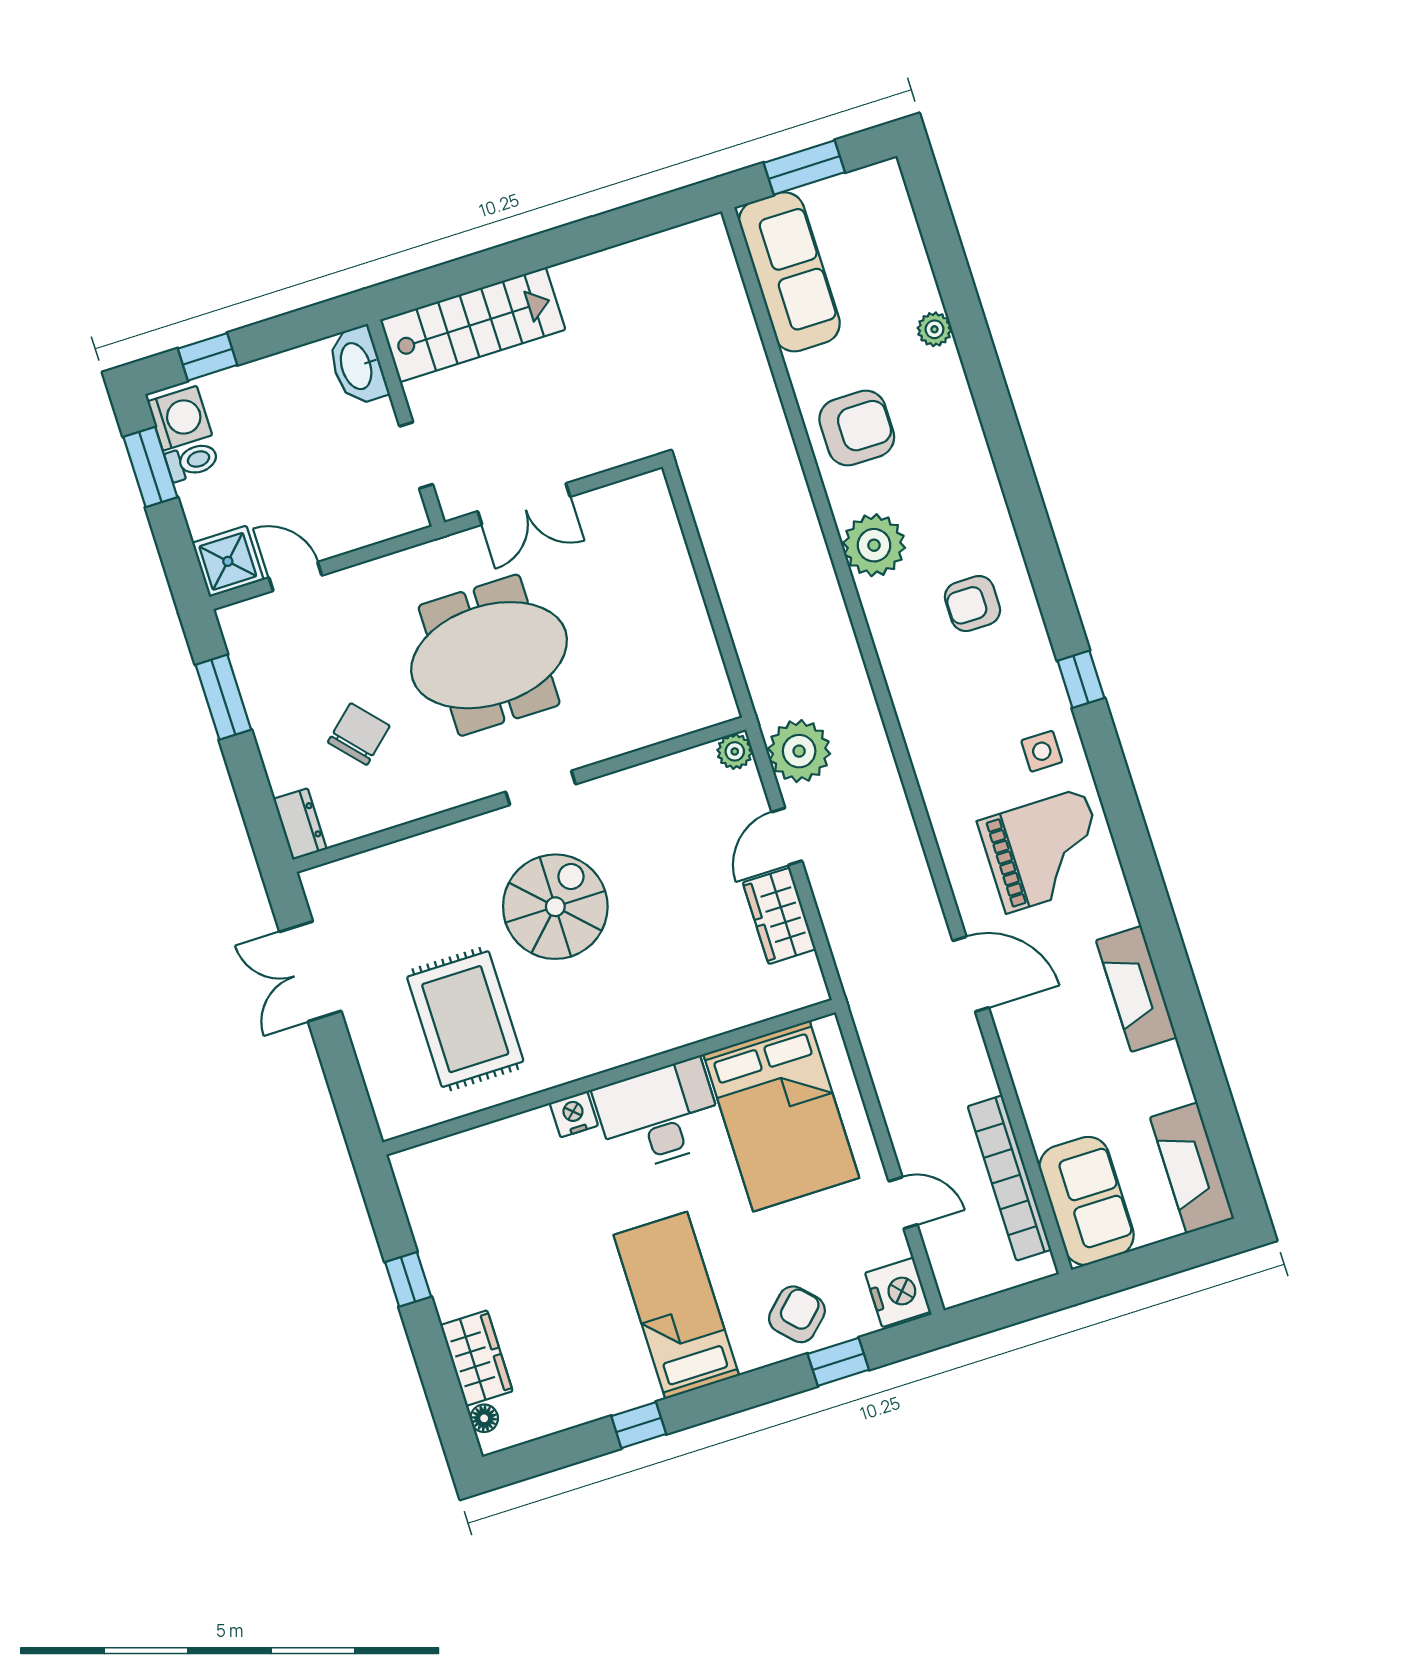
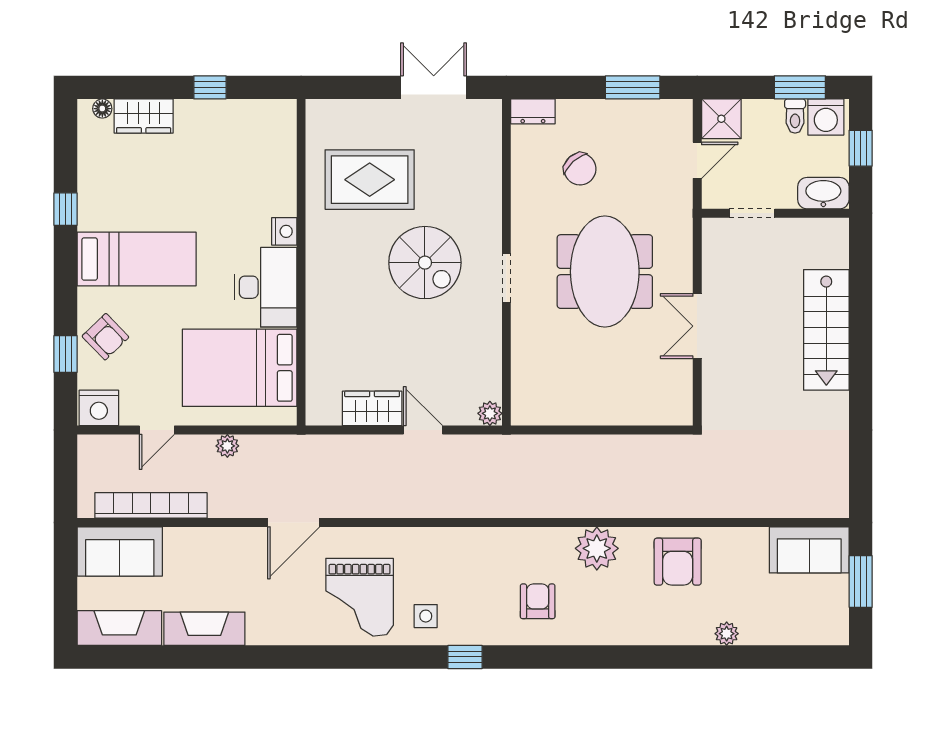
sofa: (789, 272) -> (809, 550), width x0.73
washbasin: (357, 366) -> (823, 193), moved
wall: (406, 423) -> (775, 213), moved
doorway: (416, 455) -> (752, 213), moved
plant: (799, 751) -> (227, 446), moved, width x0.53, depth x0.53
fireplace: (1136, 989) -> (204, 629), moved

